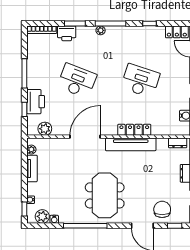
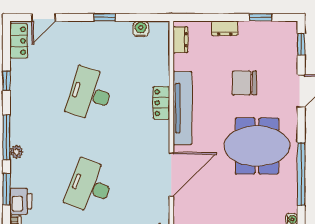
locker: (134, 130) -> (161, 103), width x0.66
door: (85, 137) -> (171, 175), swing flipped
chair: (162, 209) -> (244, 83), moved

